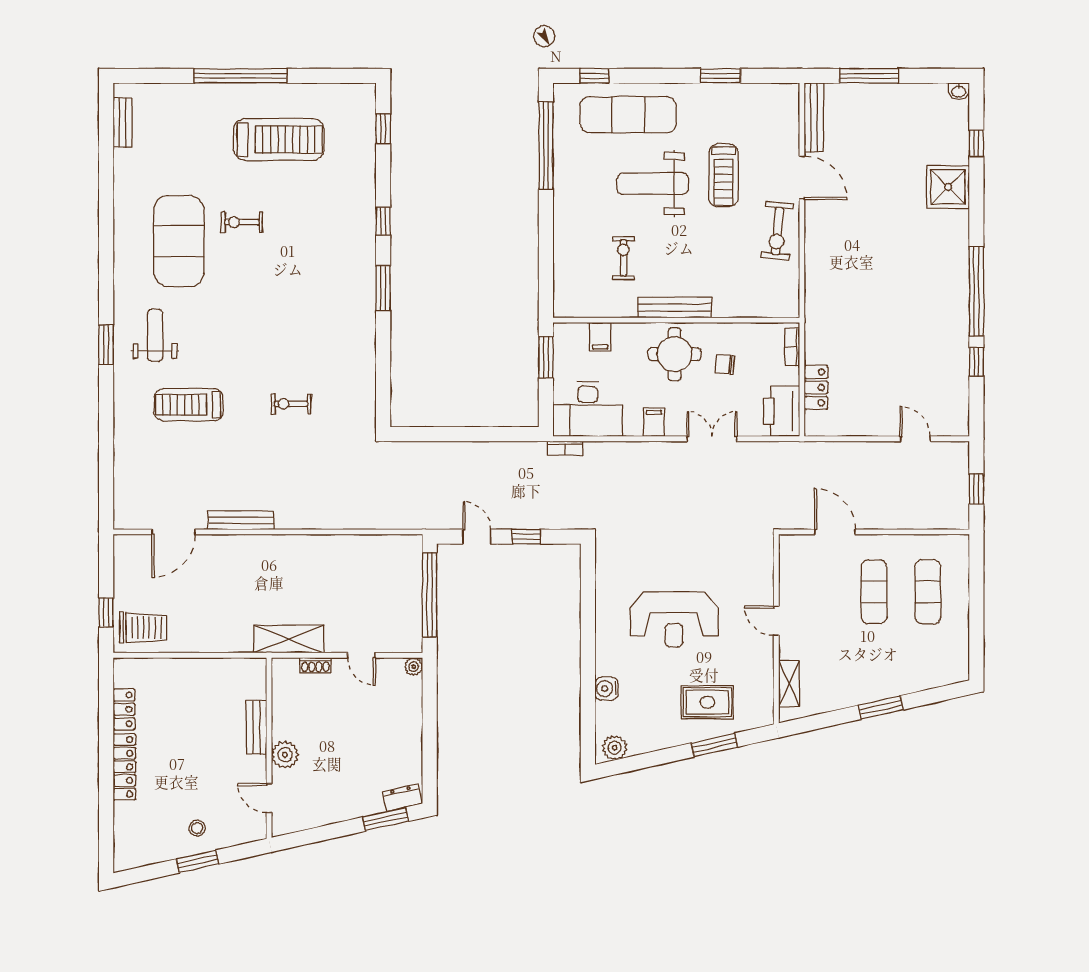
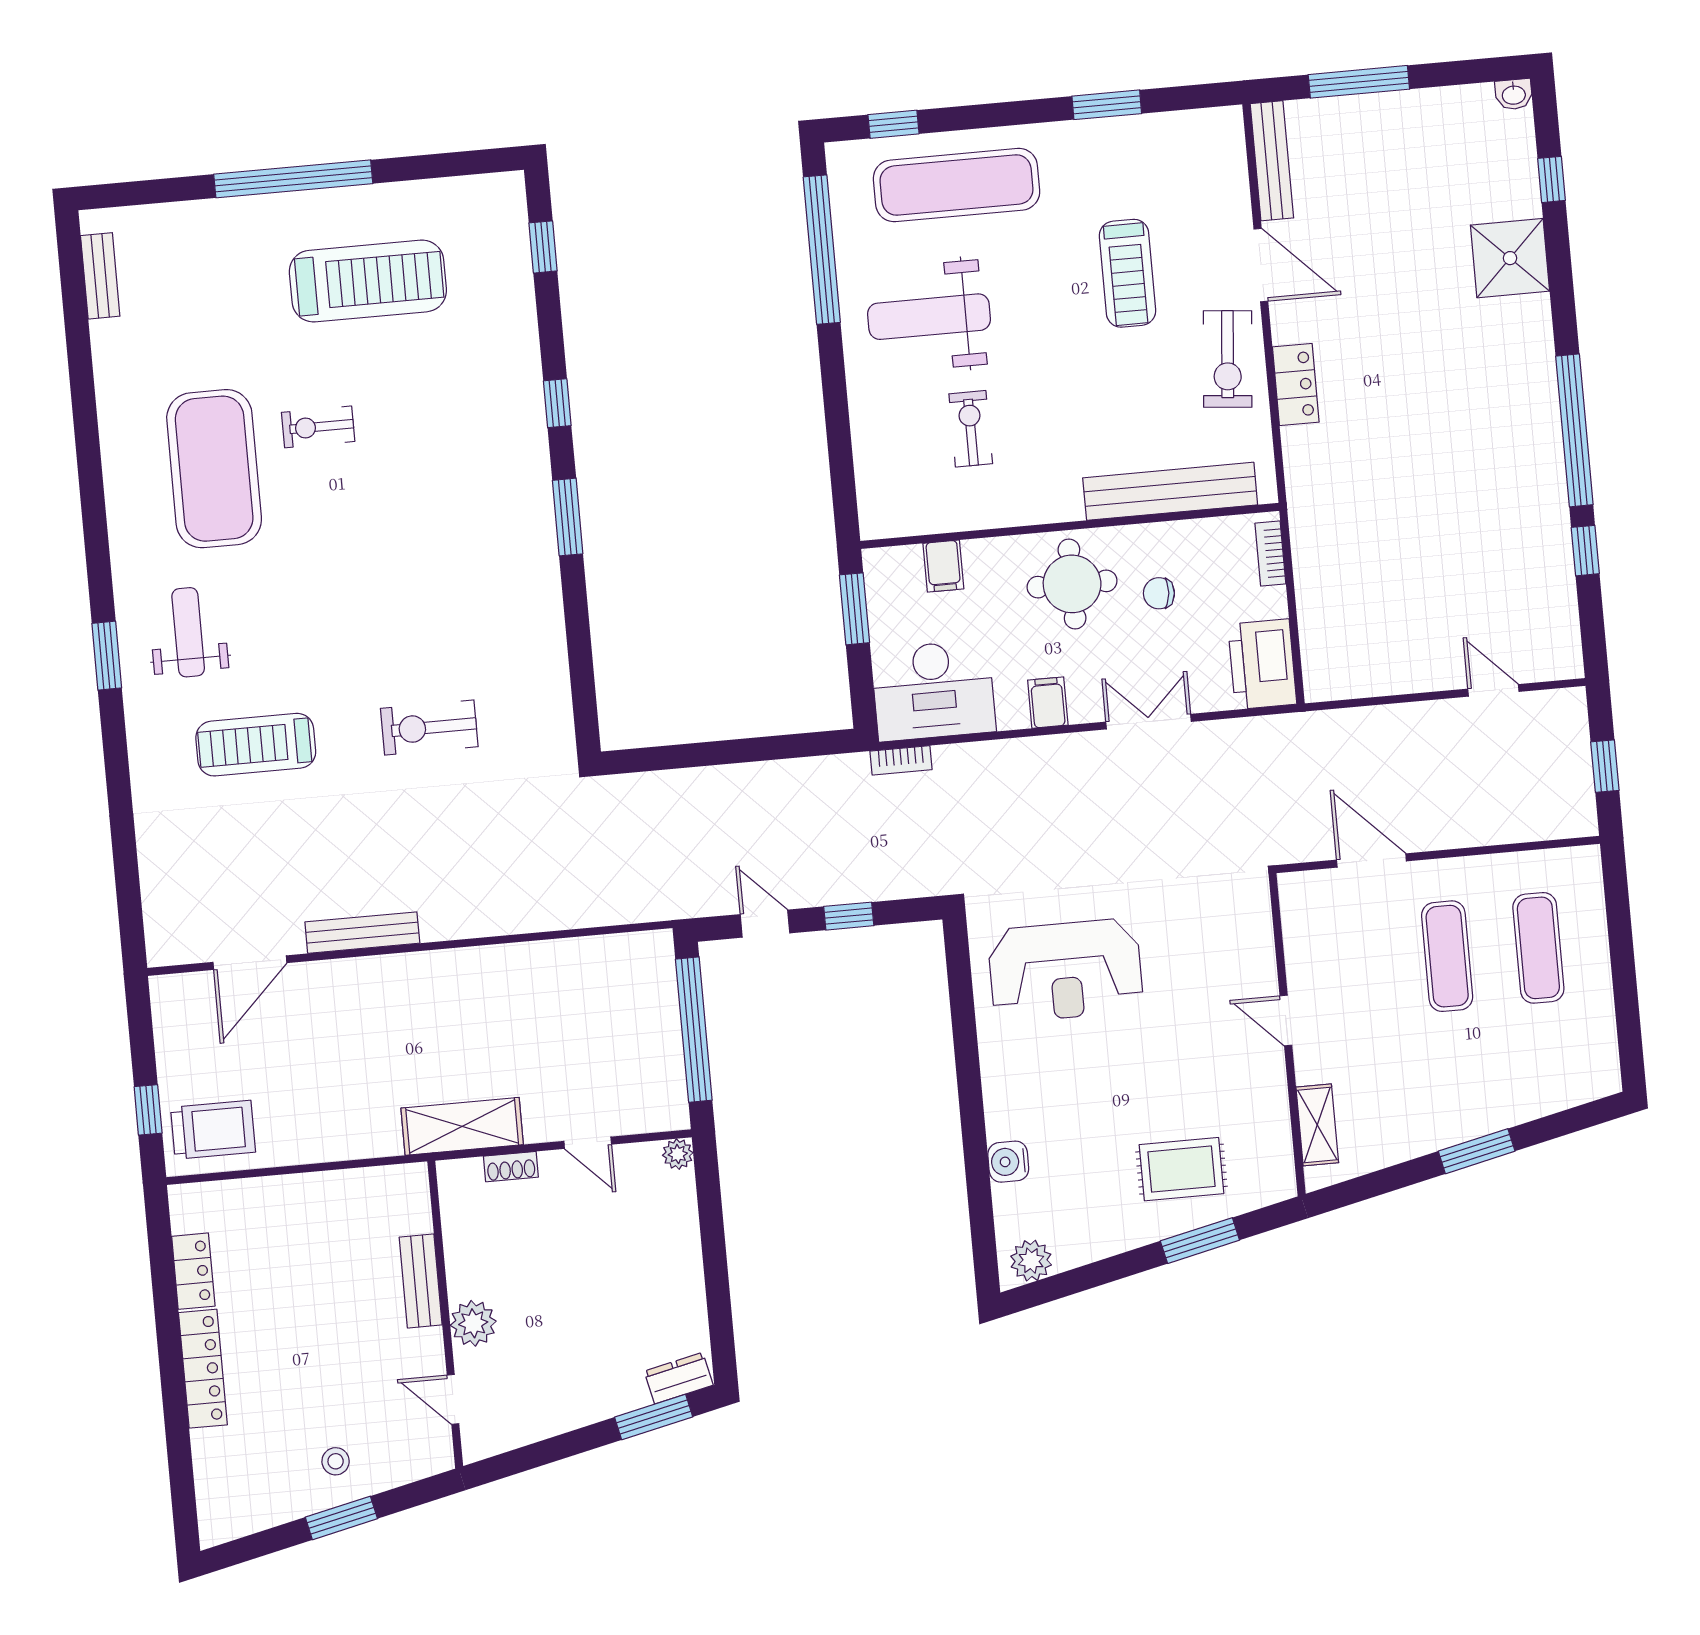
weight bench: (653, 184) -> (929, 317), moved
bench: (675, 307) -> (1170, 491), moved, width x1.37, depth x1.21
locker: (816, 387) -> (1296, 384), moved
exercise bike: (291, 404) -> (429, 728), width x1.38, depth x1.39
reception desk: (674, 619) -> (1065, 971), moved

